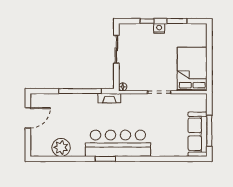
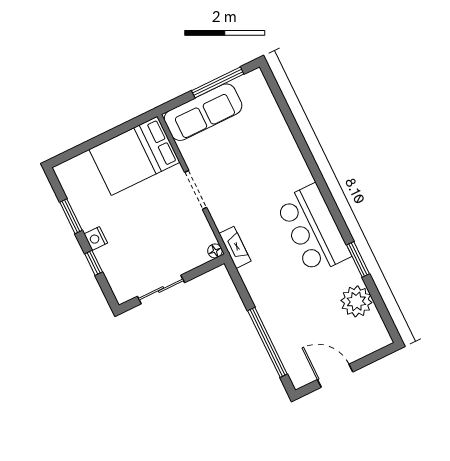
window: (80, 91) -> (267, 342), moved
fireplace: (109, 98) -> (235, 247), moved
sofa: (198, 134) -> (203, 112), moved
bar counter: (118, 143) -> (313, 229), width x0.73
window: (105, 159) -> (358, 259), moved

